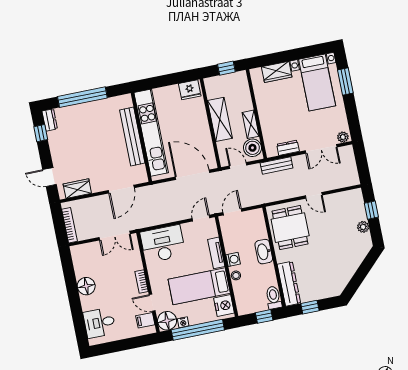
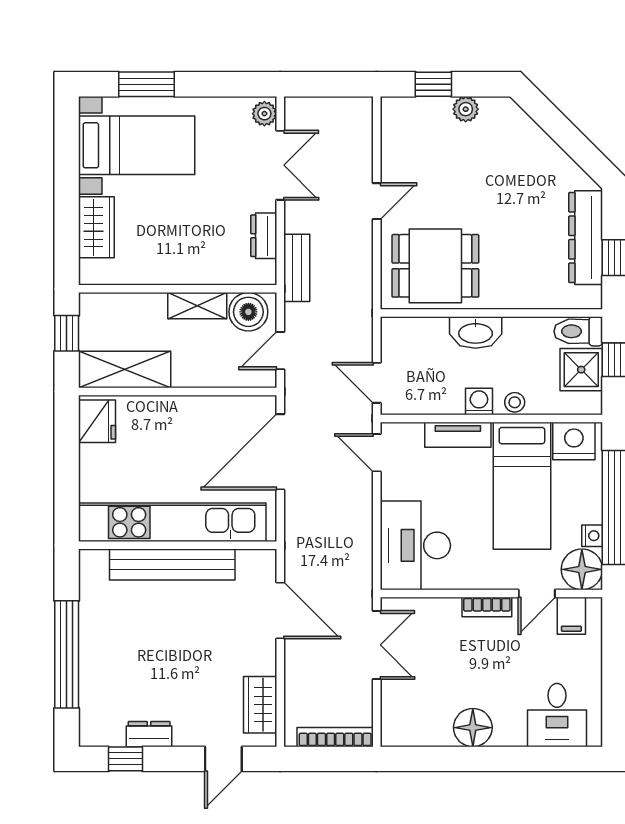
shelving: (220, 119) -> (125, 369), moved
dresser: (50, 120) -> (149, 734), moved
dresser: (289, 284) -> (586, 238), moved, turned -90
shower: (257, 302) -> (581, 370), added

